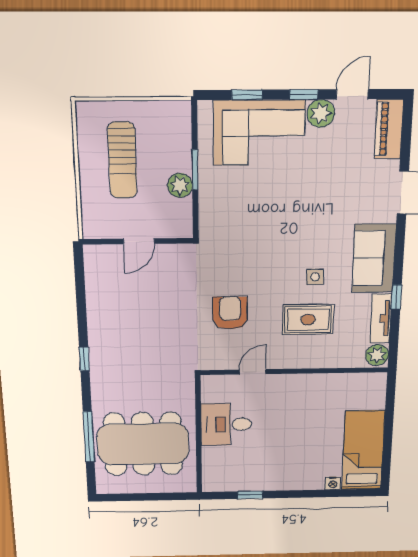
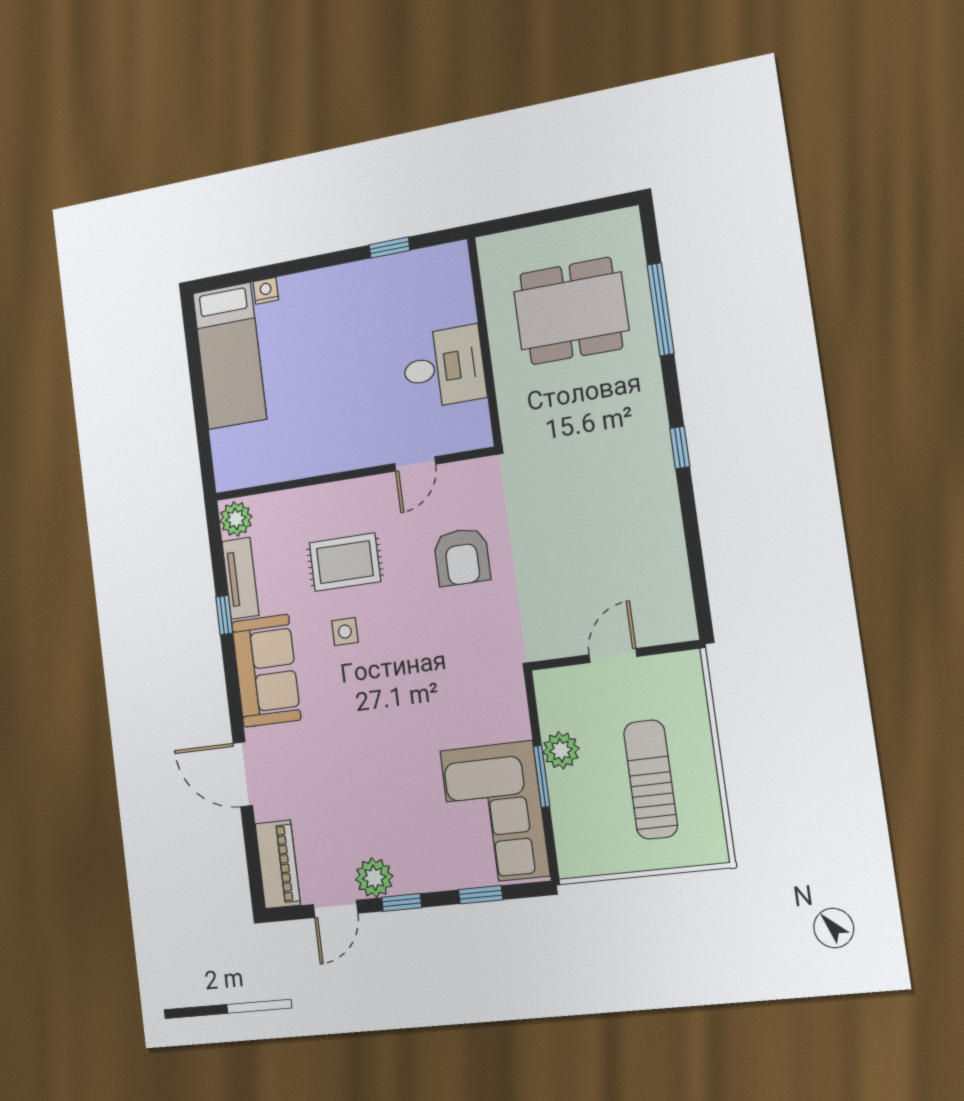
corner sofa: (259, 133) -> (495, 813), moved, turned -90
dining table: (143, 444) -> (571, 311), width x0.73, depth x0.80

